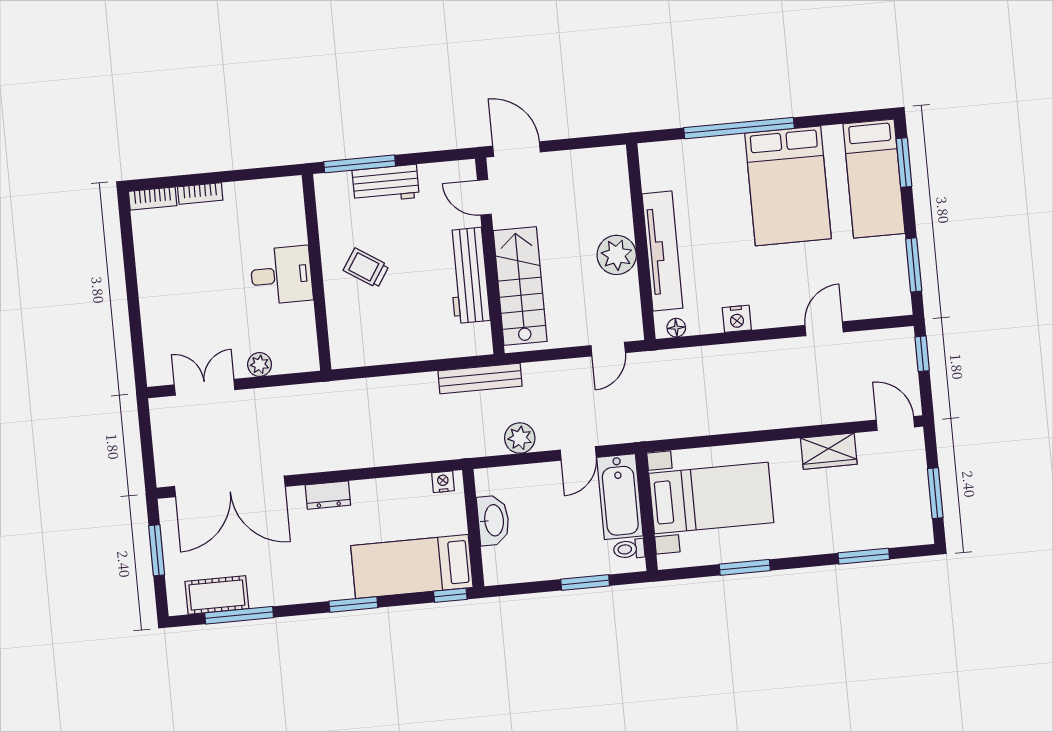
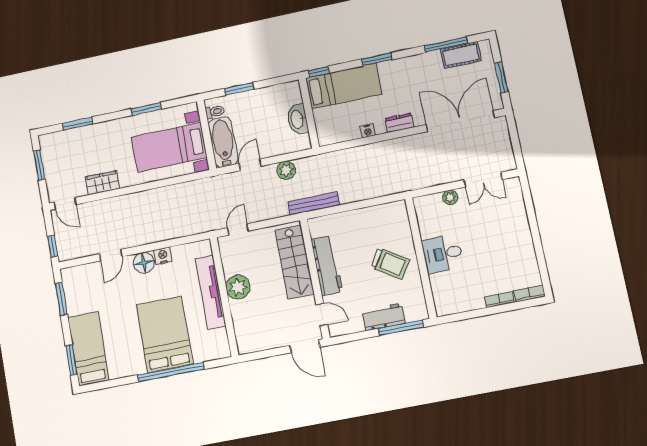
bed: (788, 186) -> (165, 334), moved
trolley: (366, 268) -> (390, 264), width x1.36, depth x1.39
floor lamp: (676, 328) -> (144, 263), moved, width x1.89, depth x1.89
nightstand: (443, 482) -> (368, 131), moved

